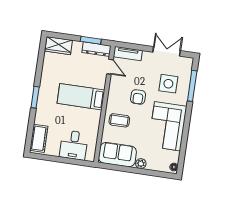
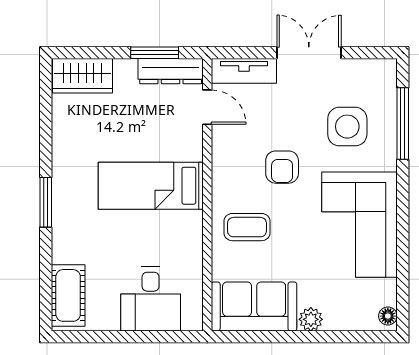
double door: (167, 51) -> (309, 53), moved

